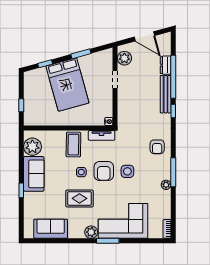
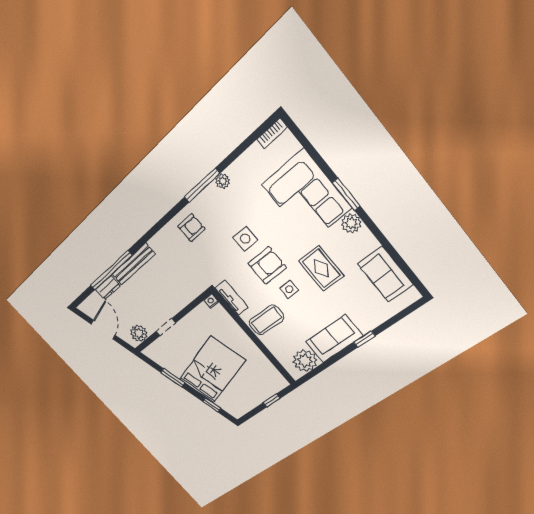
window: (173, 111) -> (142, 242), removed

